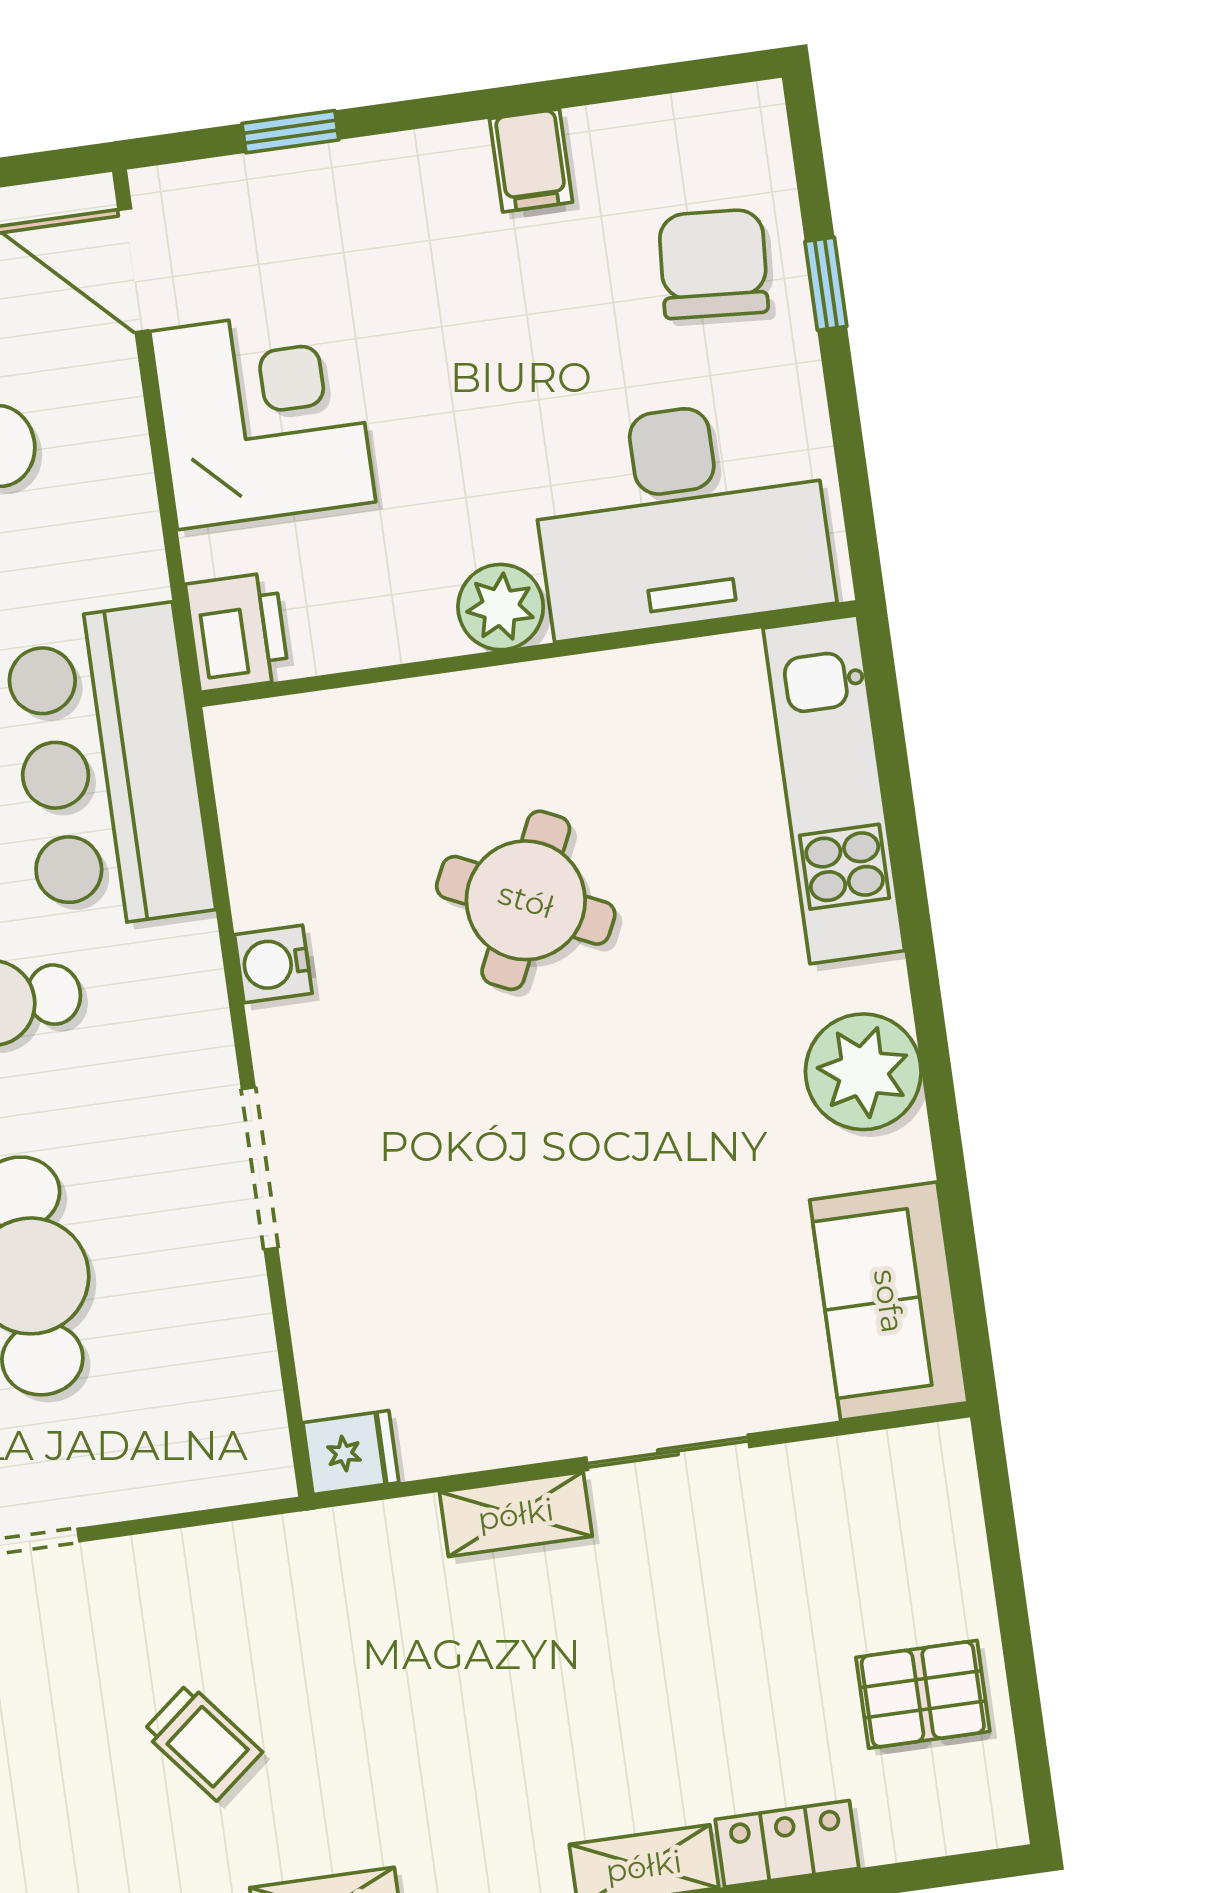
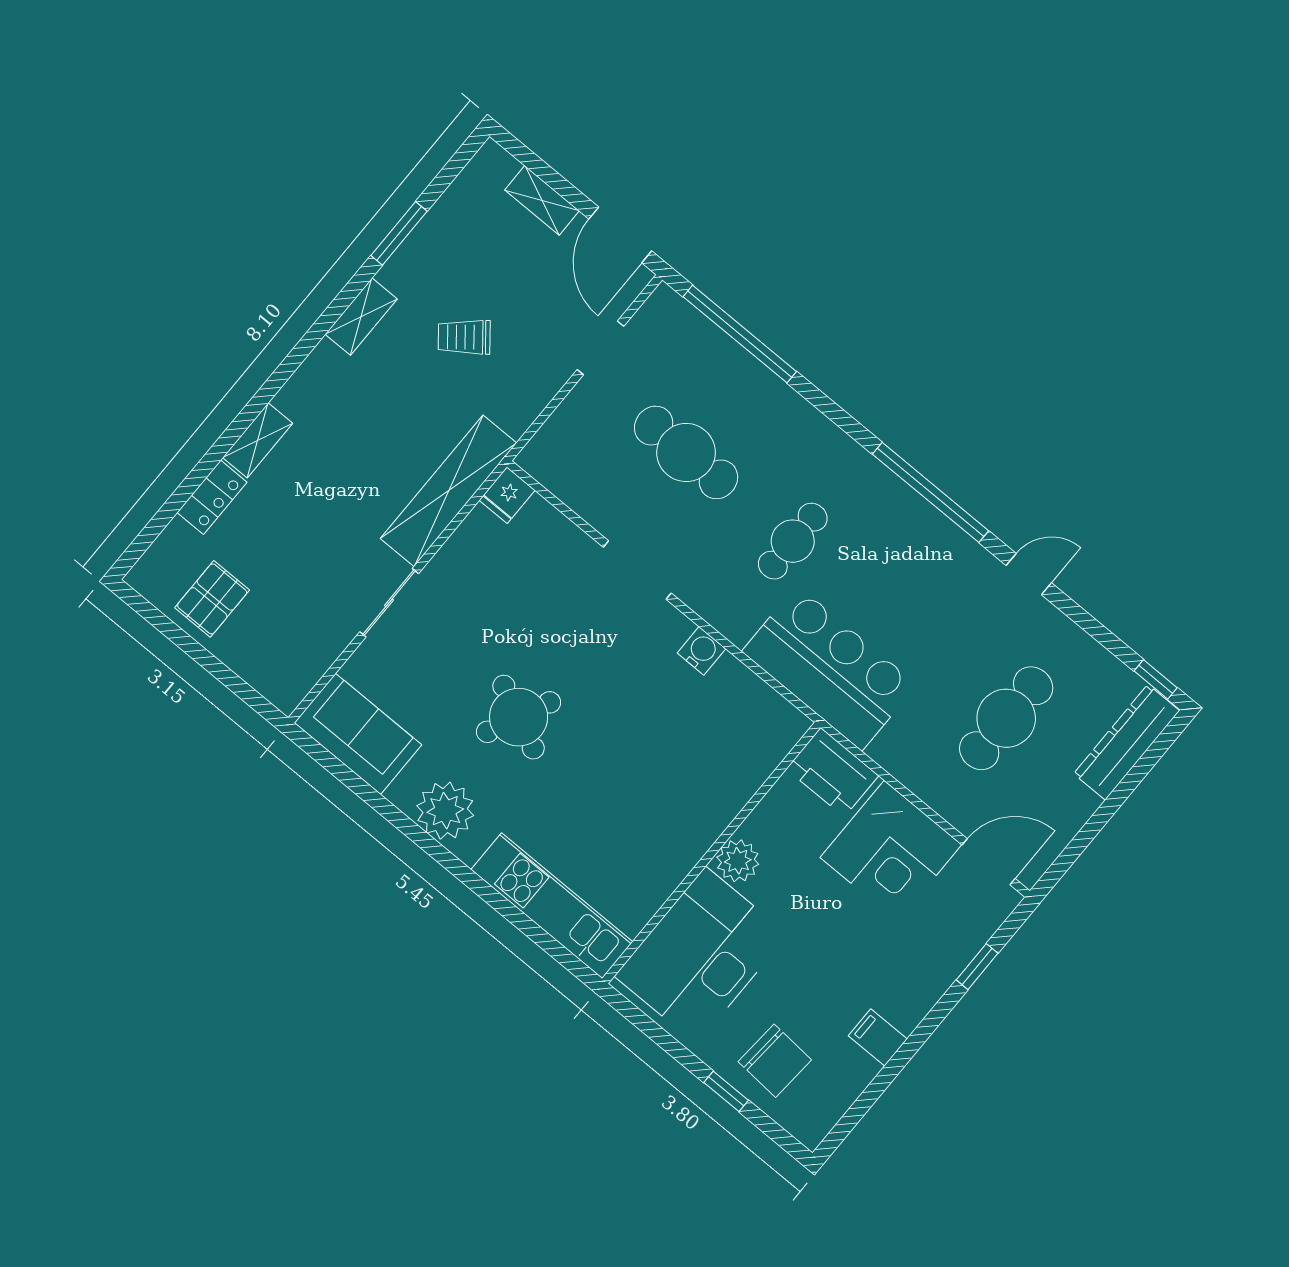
printer: (237, 632) -> (832, 772), width x1.37, depth x1.19
round table: (526, 900) -> (519, 717), moved
shelving: (516, 1514) -> (449, 491), width x2.20, depth x1.33

